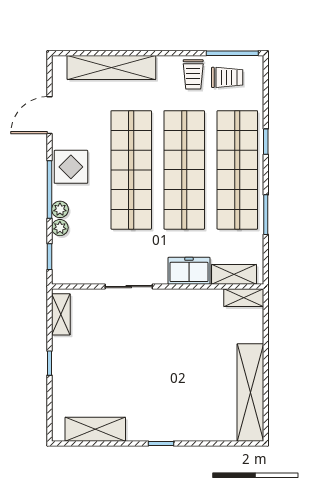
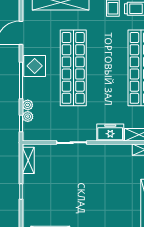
shop shelf: (184, 170) -> (107, 68), removed
plant: (60, 209) -> (28, 117), moved

